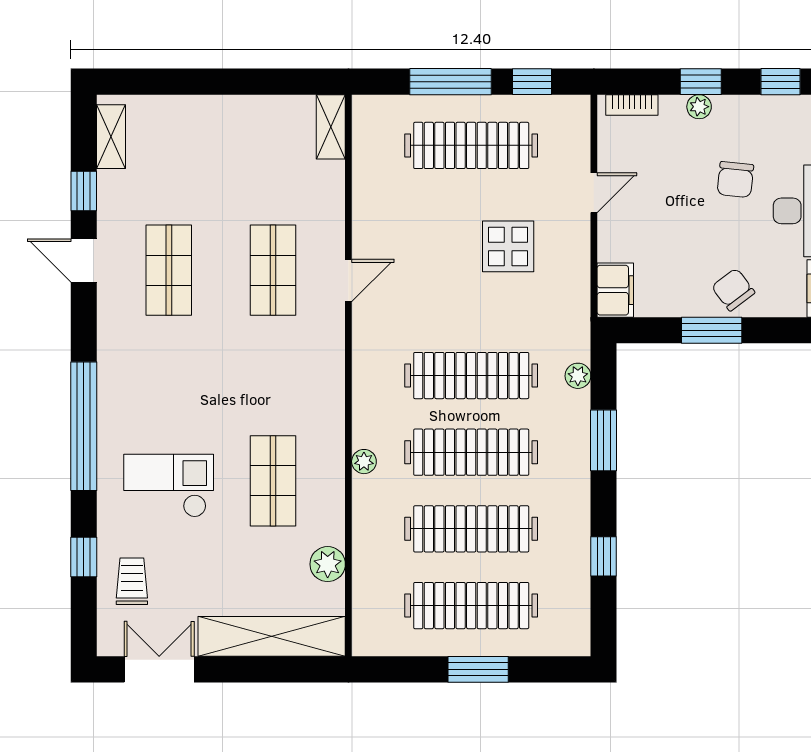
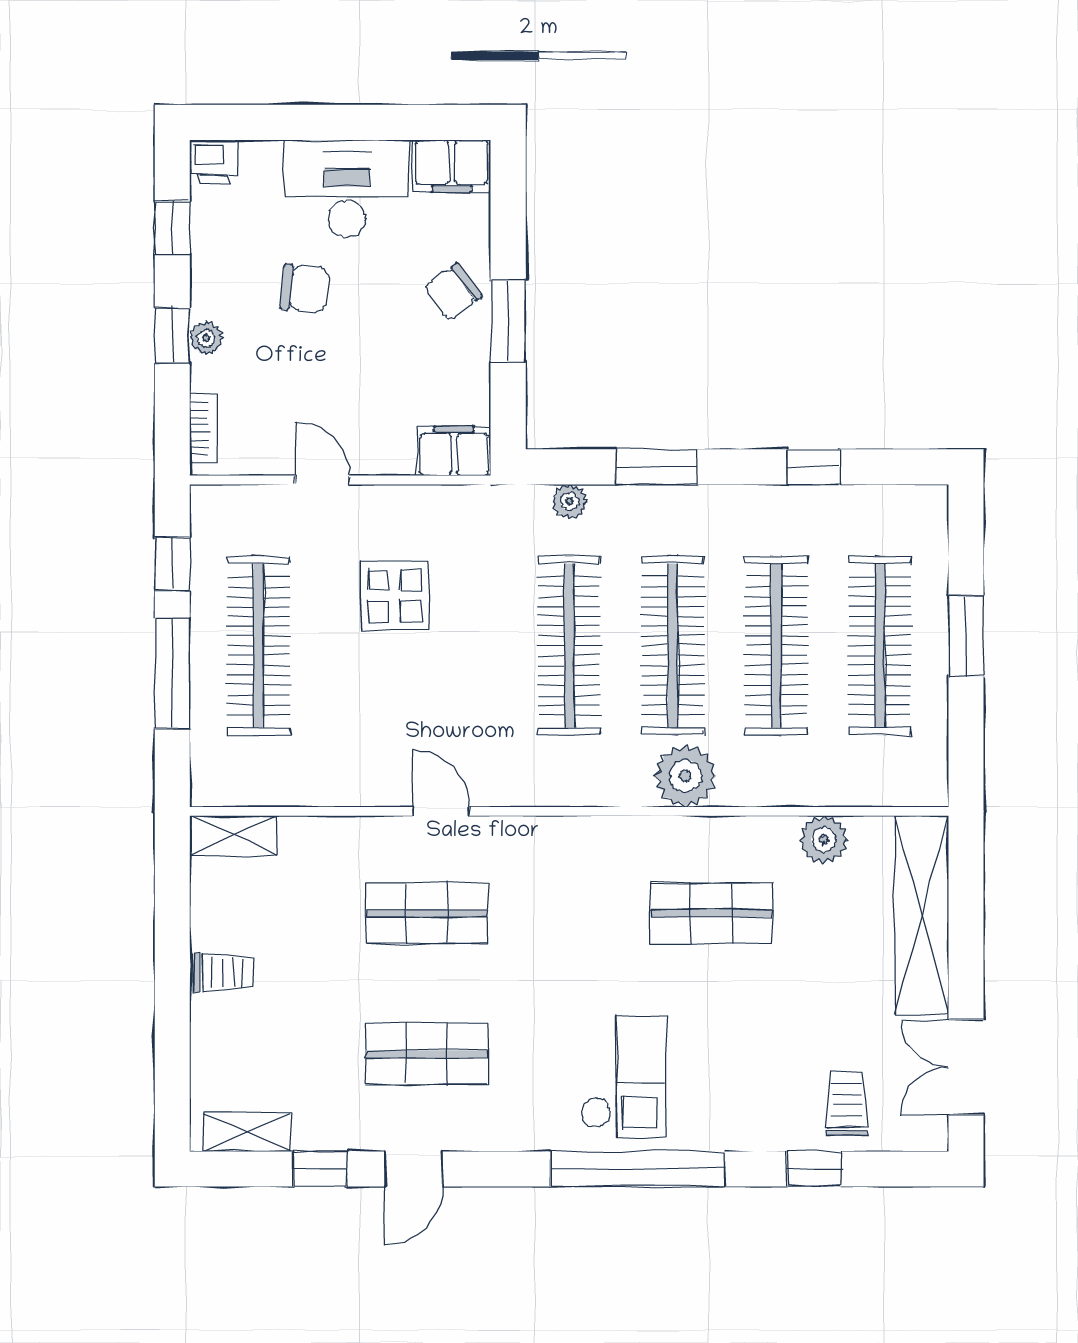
trolley: (229, 120) -> (224, 973), added
plant: (364, 462) -> (685, 776), width x1.87, depth x1.87
checkout: (169, 486) -> (623, 1077), moved, turned 180
trolley: (132, 581) -> (847, 1104), turned 90

